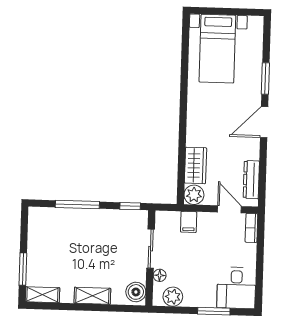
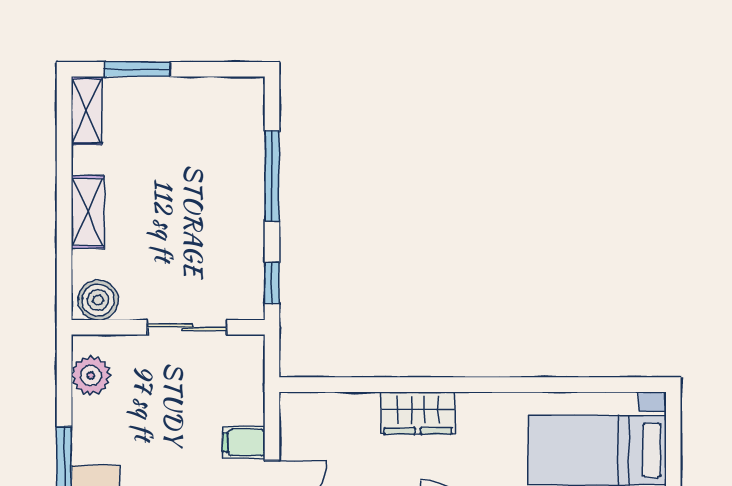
wardrobe: (196, 165) -> (418, 413), moved
plant: (194, 195) -> (299, 412), removed
filing cabinet: (189, 222) -> (244, 443), moved
floor lamp: (160, 275) -> (133, 347), removed

